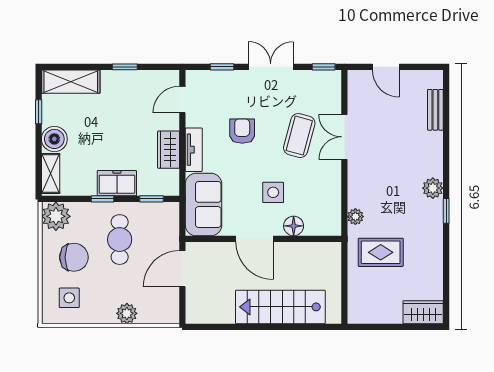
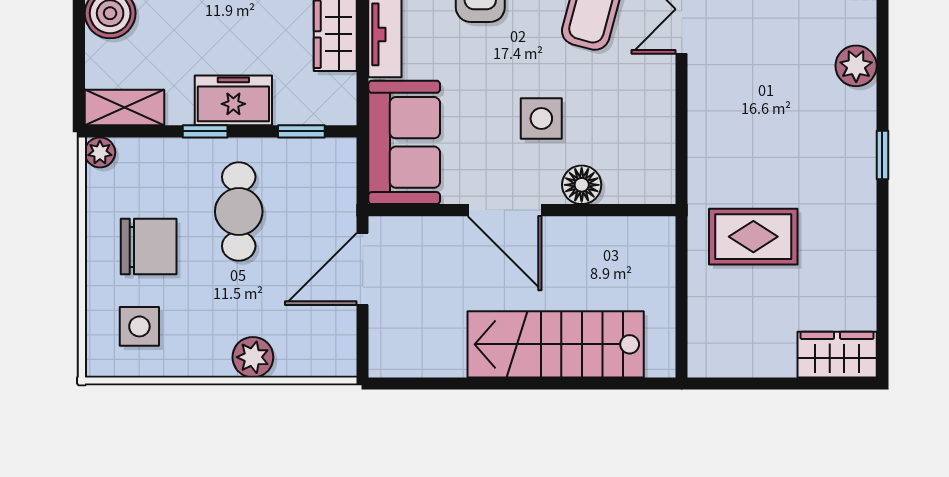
shelving: (51, 174) -> (125, 108), moved, turned 90
plant: (433, 188) -> (856, 66), moved
plant: (56, 216) -> (100, 152), width x0.53, depth x0.53
plant: (355, 217) -> (703, 166), removed

